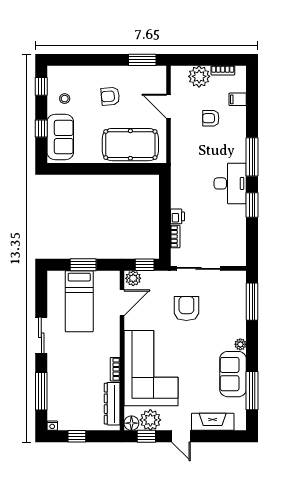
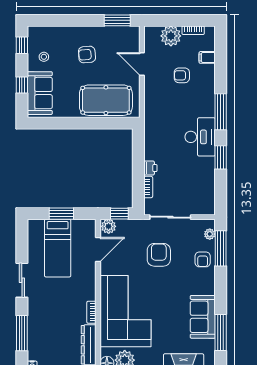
armchair: (233, 313) -> (203, 259), added
plant: (240, 344) -> (210, 234), moved

